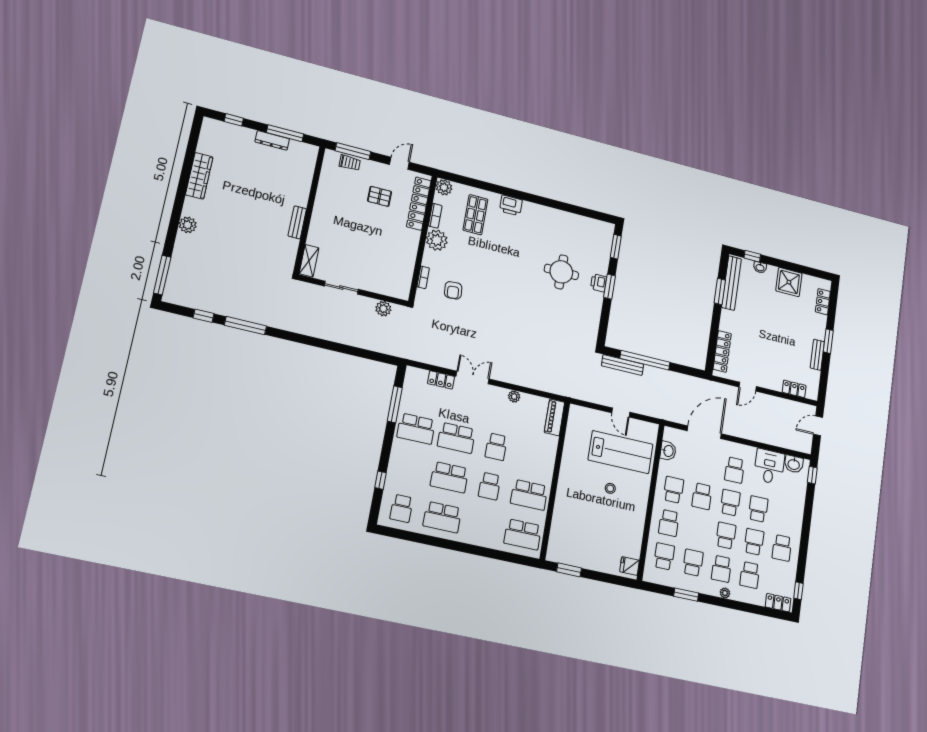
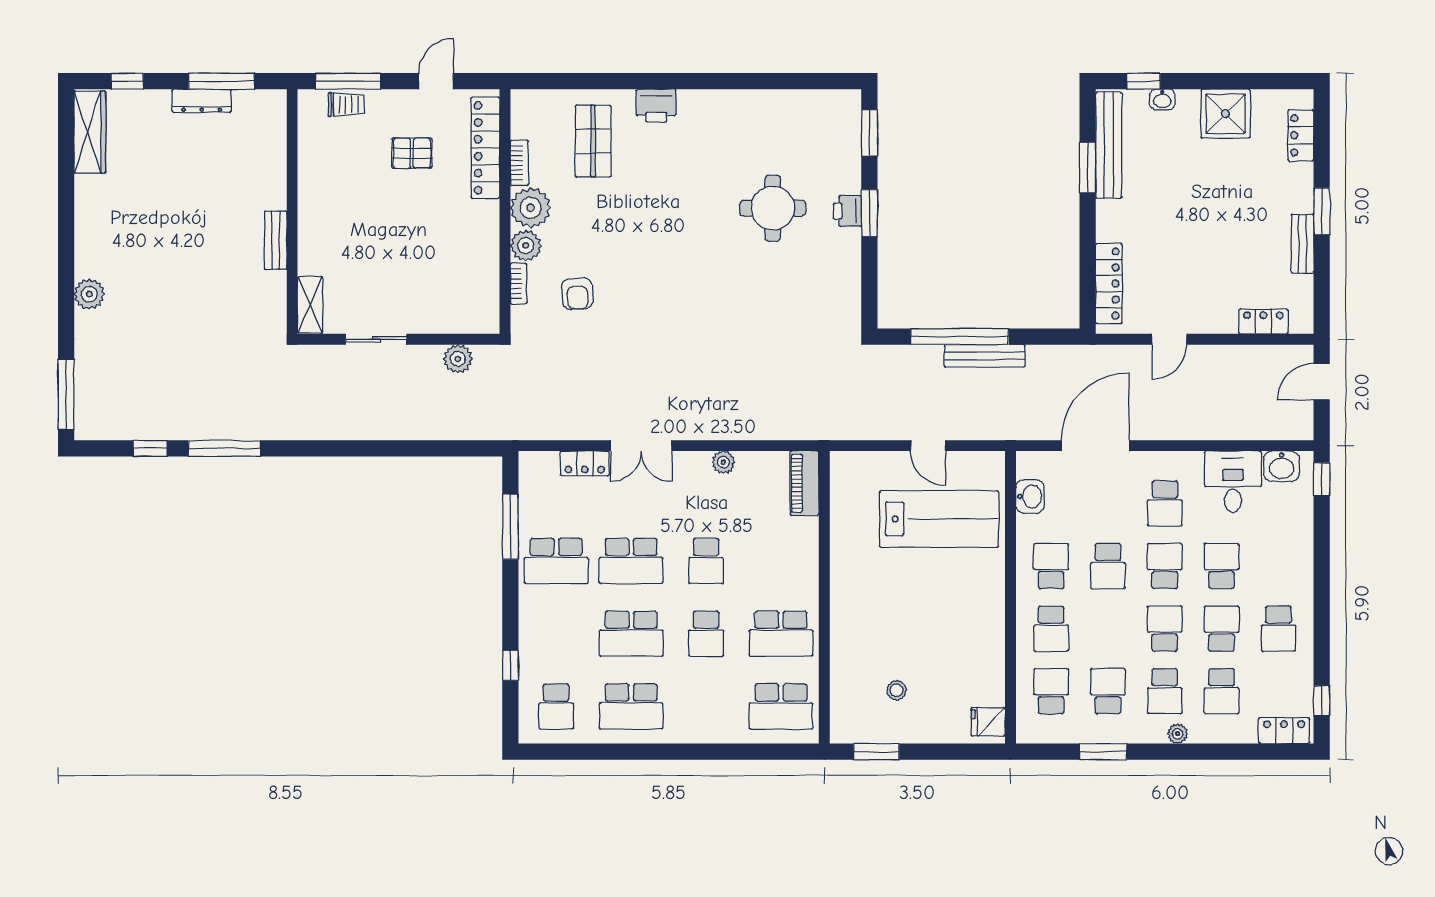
wardrobe: (199, 176) -> (90, 132), moved
plant: (444, 187) -> (526, 246), moved
bench: (623, 365) -> (985, 356), moved
double door: (473, 378) -> (641, 446), swing flipped
stool: (610, 488) -> (897, 690), moved

